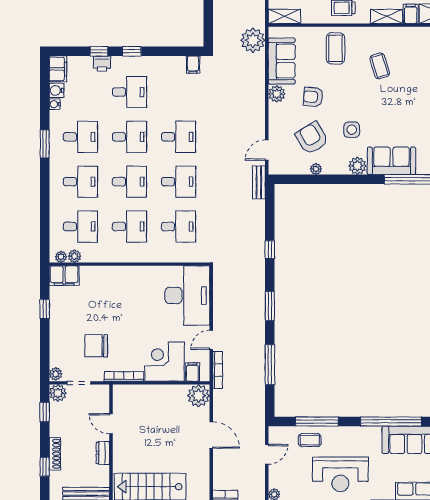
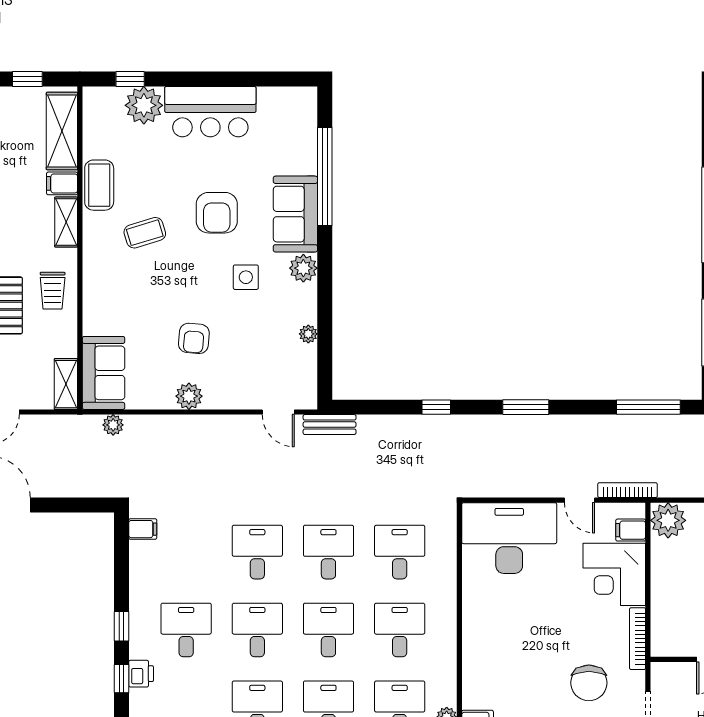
plant: (253, 40) -> (113, 425), width x0.53, depth x0.53
coffee table: (336, 48) -> (99, 185), moved, turned 90
sofa: (282, 61) -> (103, 373), moved, turned 90
armchair: (312, 138) -> (217, 213), moved, turned -59
window: (270, 365) -> (648, 407), moved

